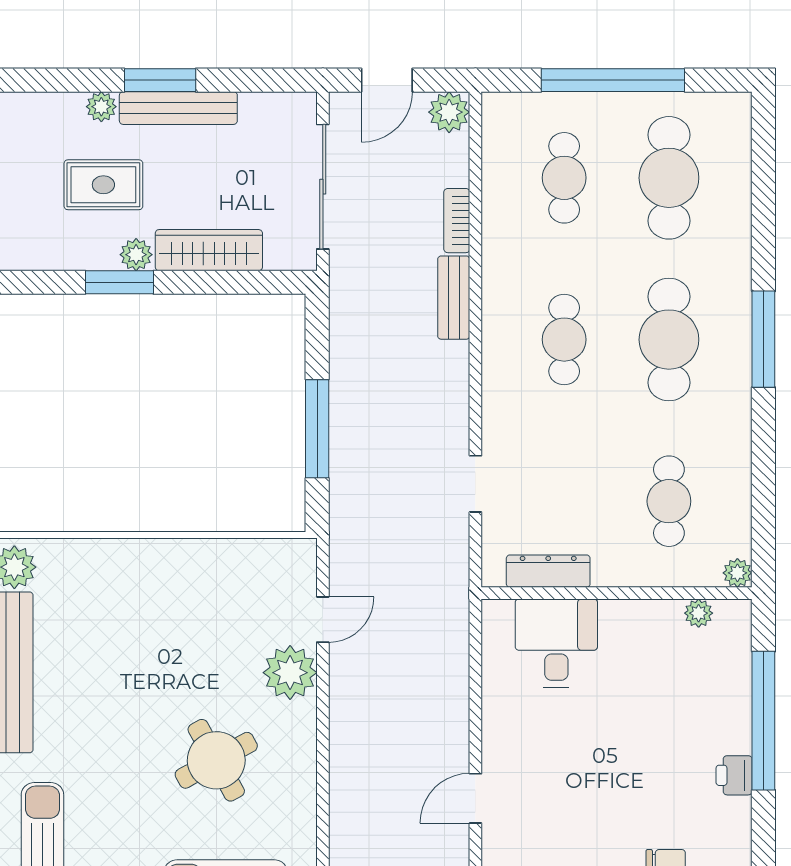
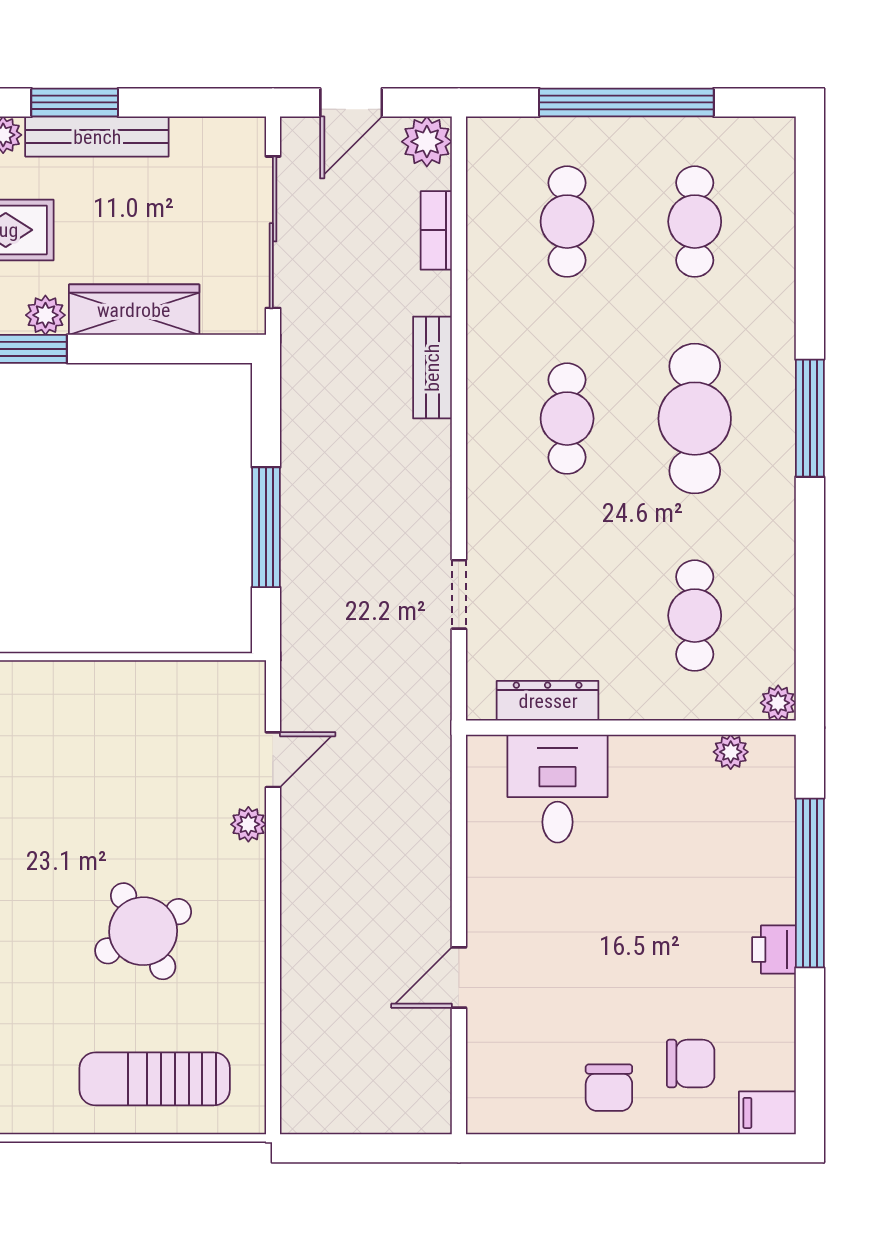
cafe table: (669, 178) -> (695, 222), width x0.73, depth x0.74
bookcase: (457, 221) -> (436, 230), moved
plant: (290, 673) -> (248, 824), width x0.53, depth x0.53

